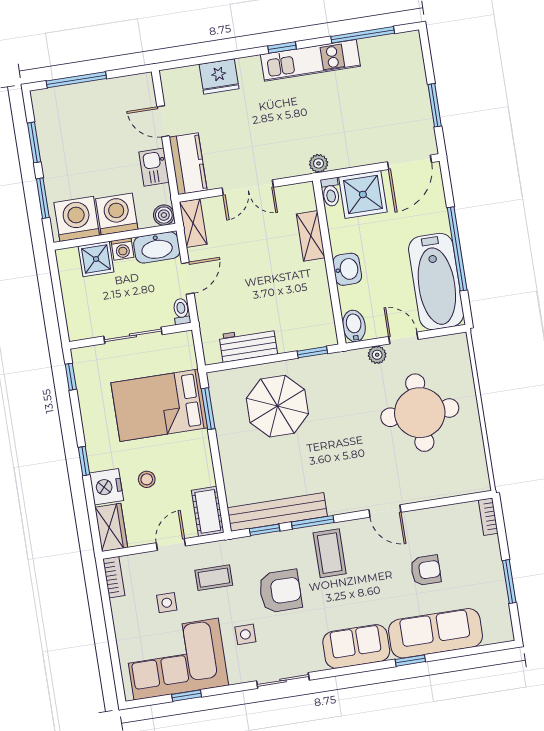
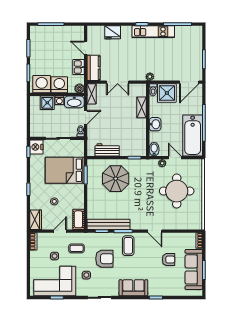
nightstand: (106, 487) -> (36, 147), moved
sofa: (436, 633) -> (194, 269), moved, turned -90

